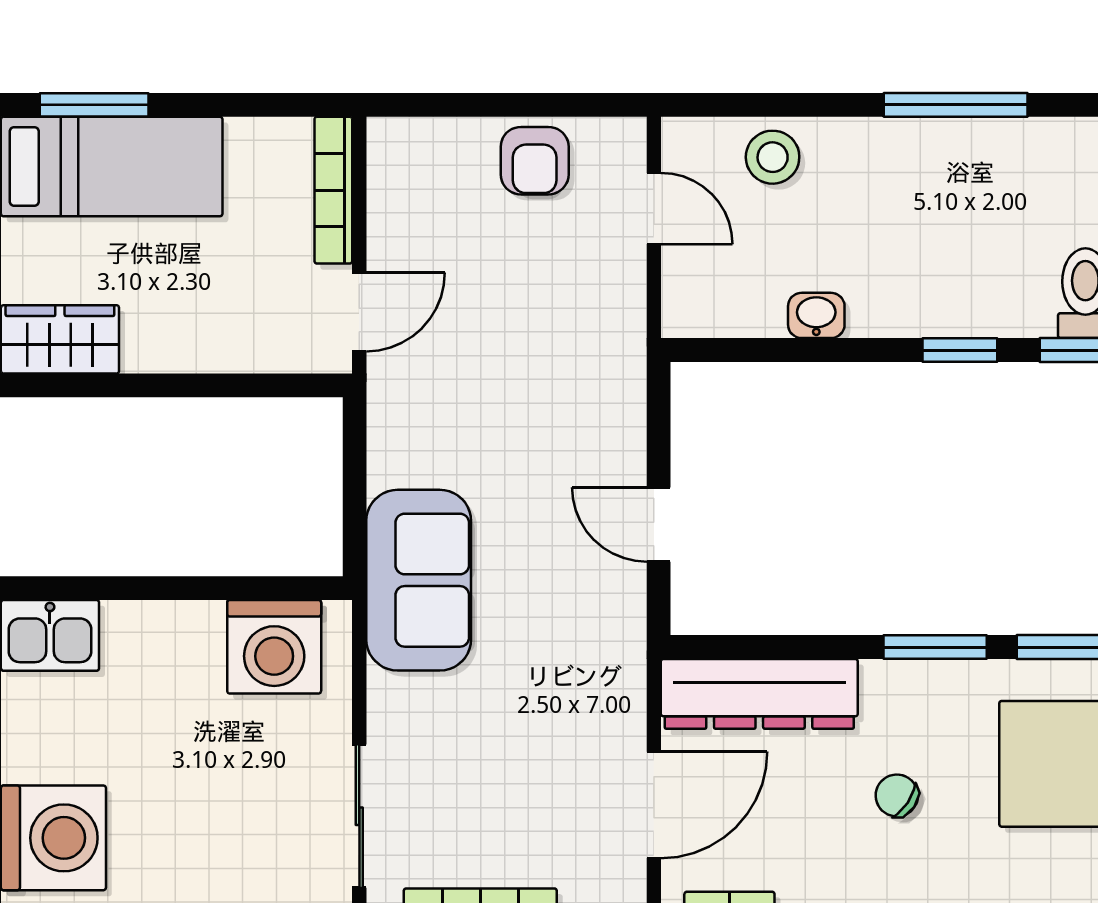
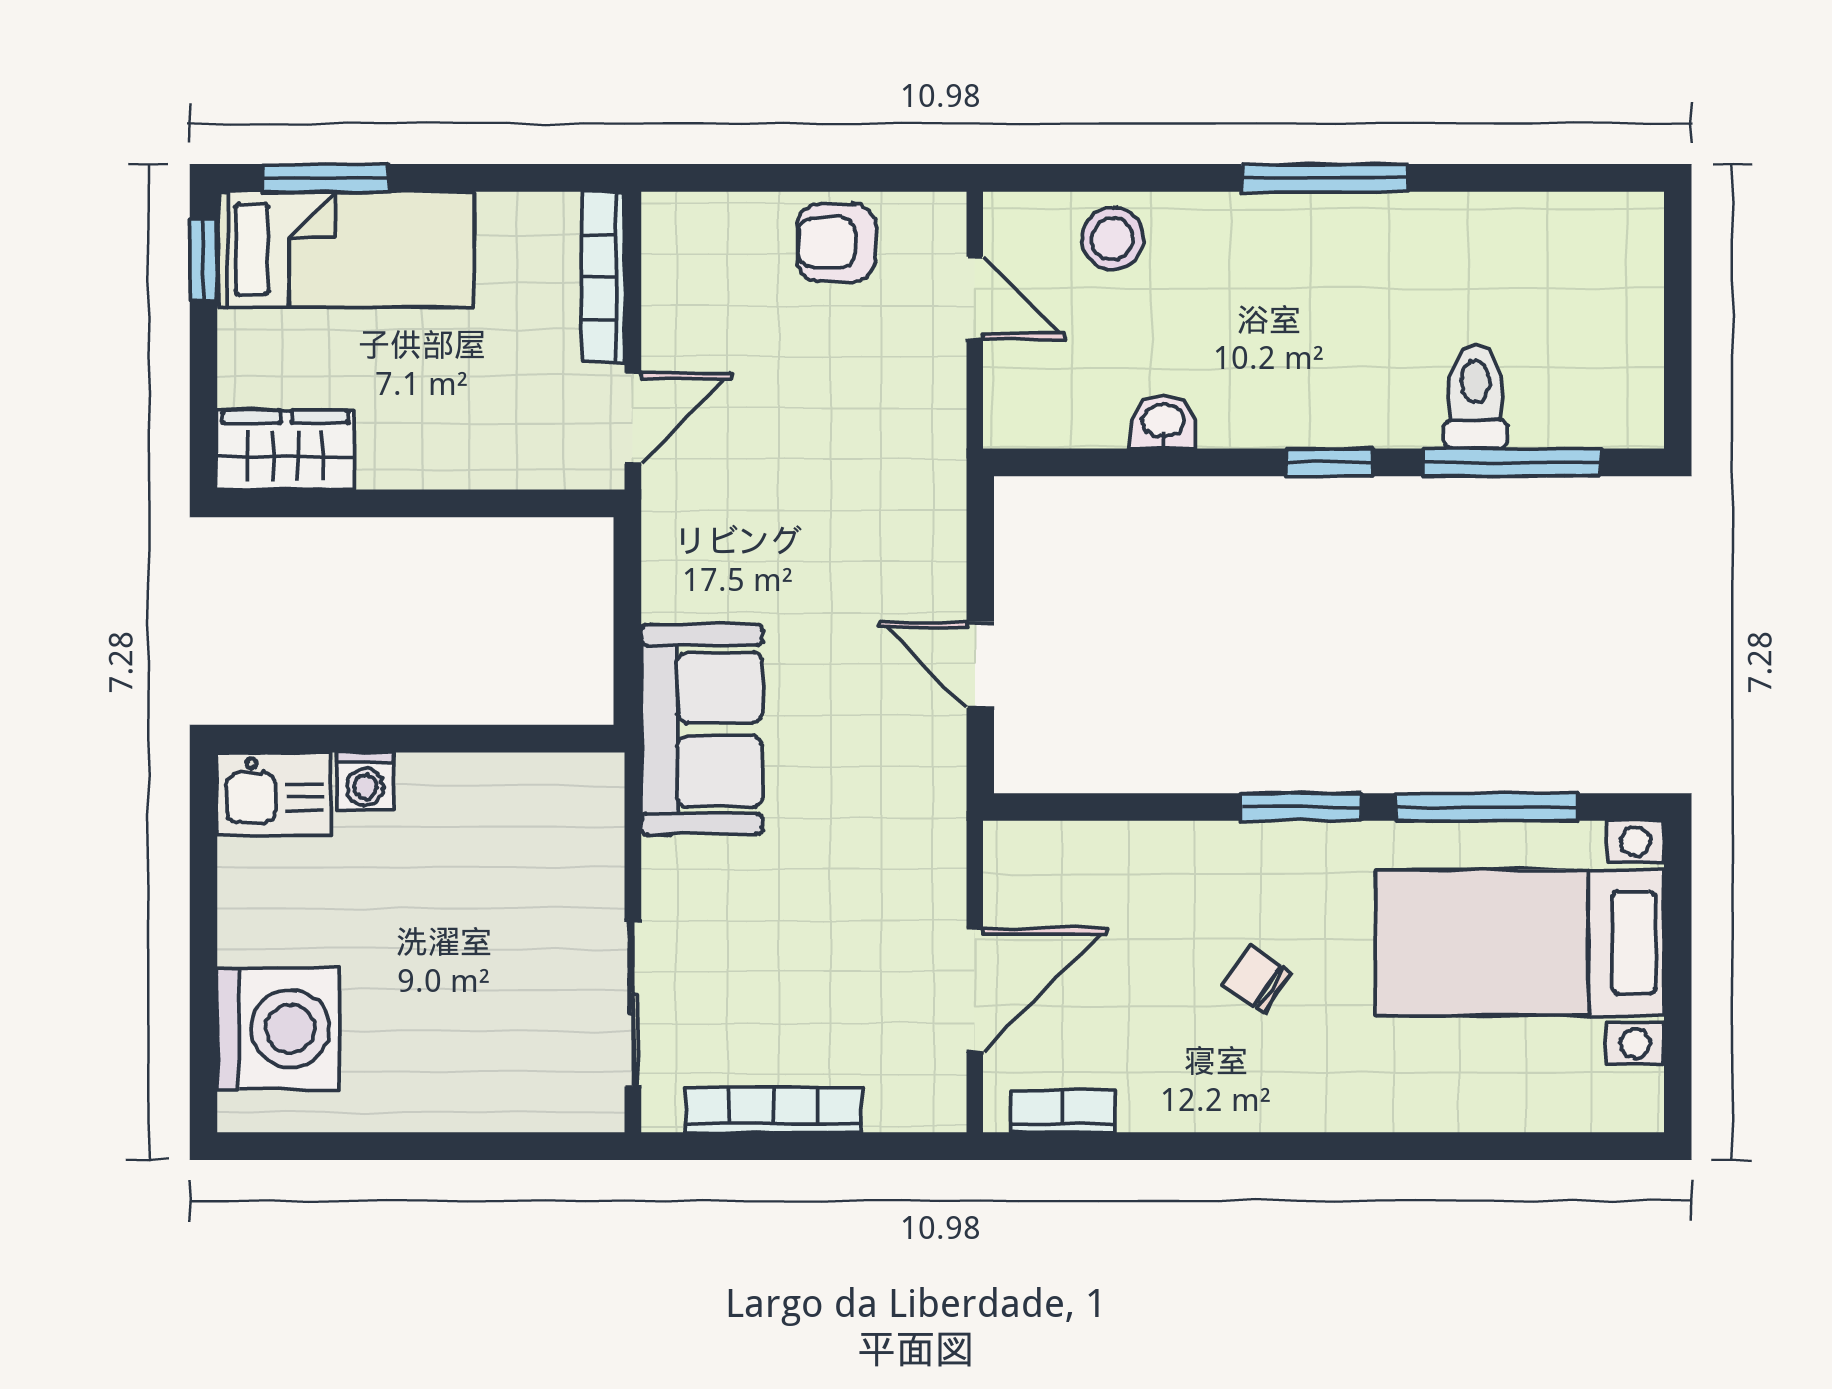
armchair: (535, 161) -> (836, 243), turned 90
washing machine: (274, 647) -> (365, 781), moved, width x0.53, depth x0.53
dresser: (759, 694) -> (1097, 861), removed

